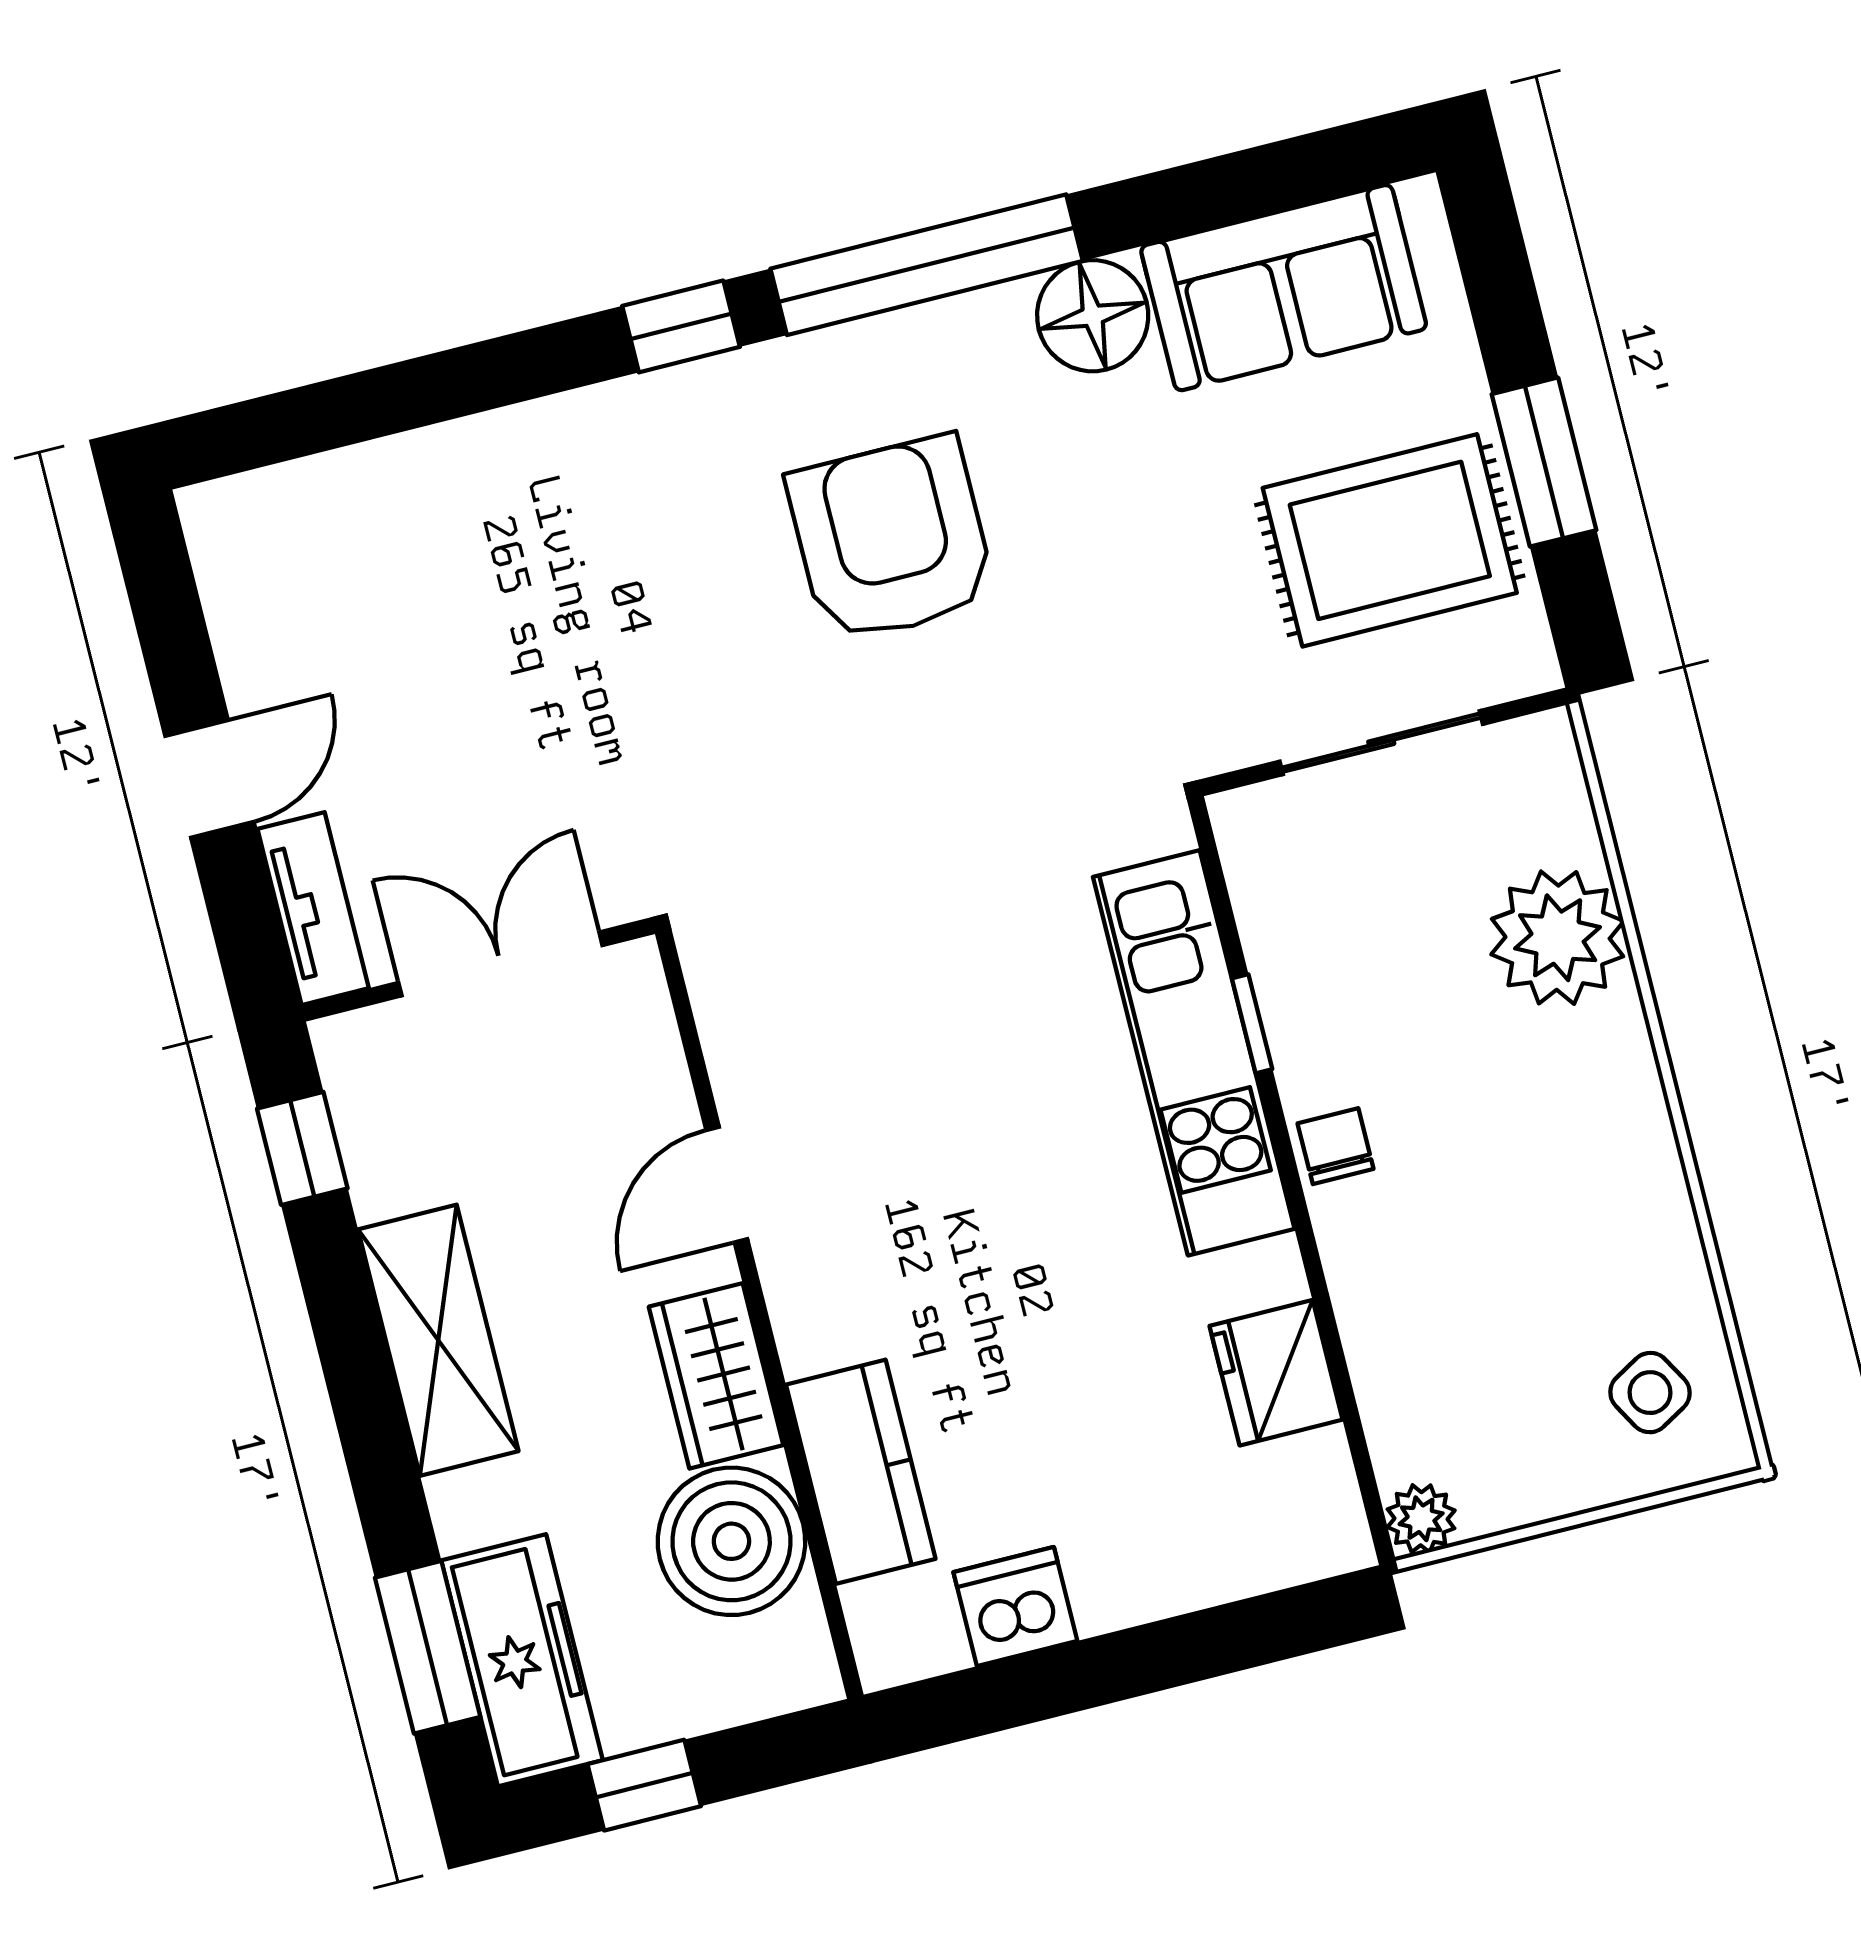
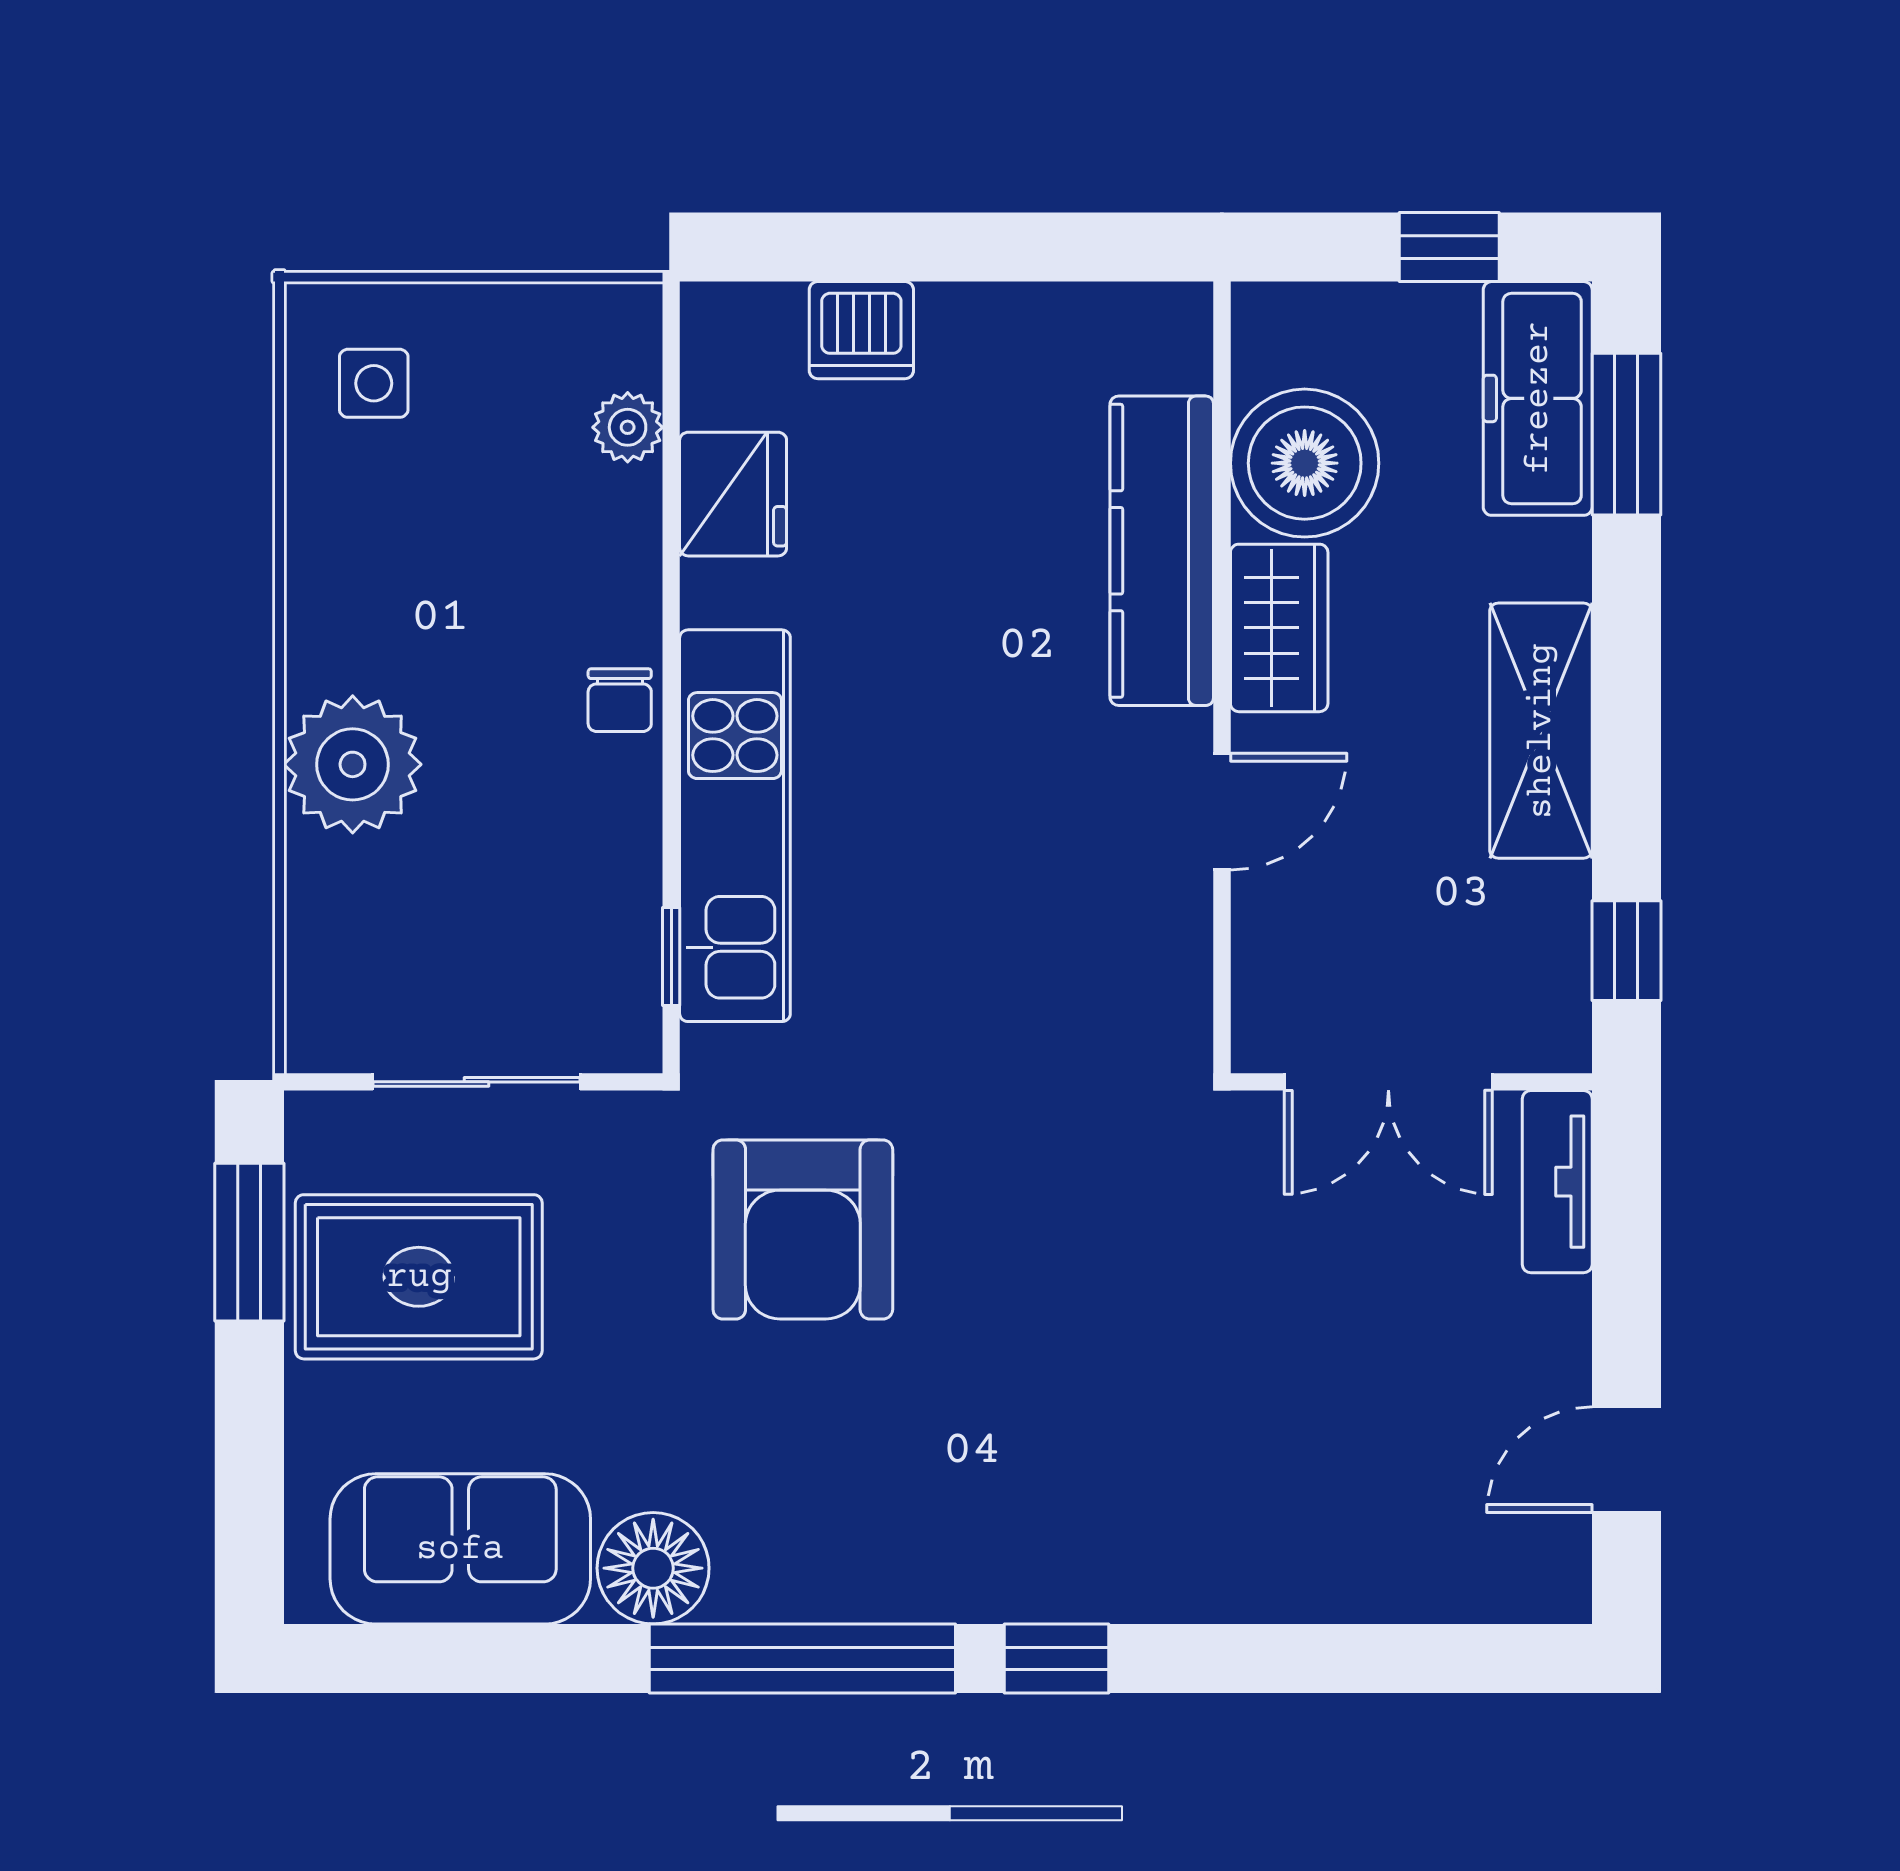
window: (1544, 462) -> (249, 1242), moved
armchair: (891, 539) -> (803, 1229), moved
door: (210, 779) -> (1626, 1460), moved
plant: (1558, 938) -> (353, 764), moved
window: (1252, 1024) -> (671, 957), moved
side table: (1650, 1393) -> (374, 383), turned 30
kitchen counter: (861, 1472) -> (1162, 551), width x1.50
plant: (1421, 1519) -> (628, 427), moved
dishwasher: (1015, 1607) -> (861, 330), moved

